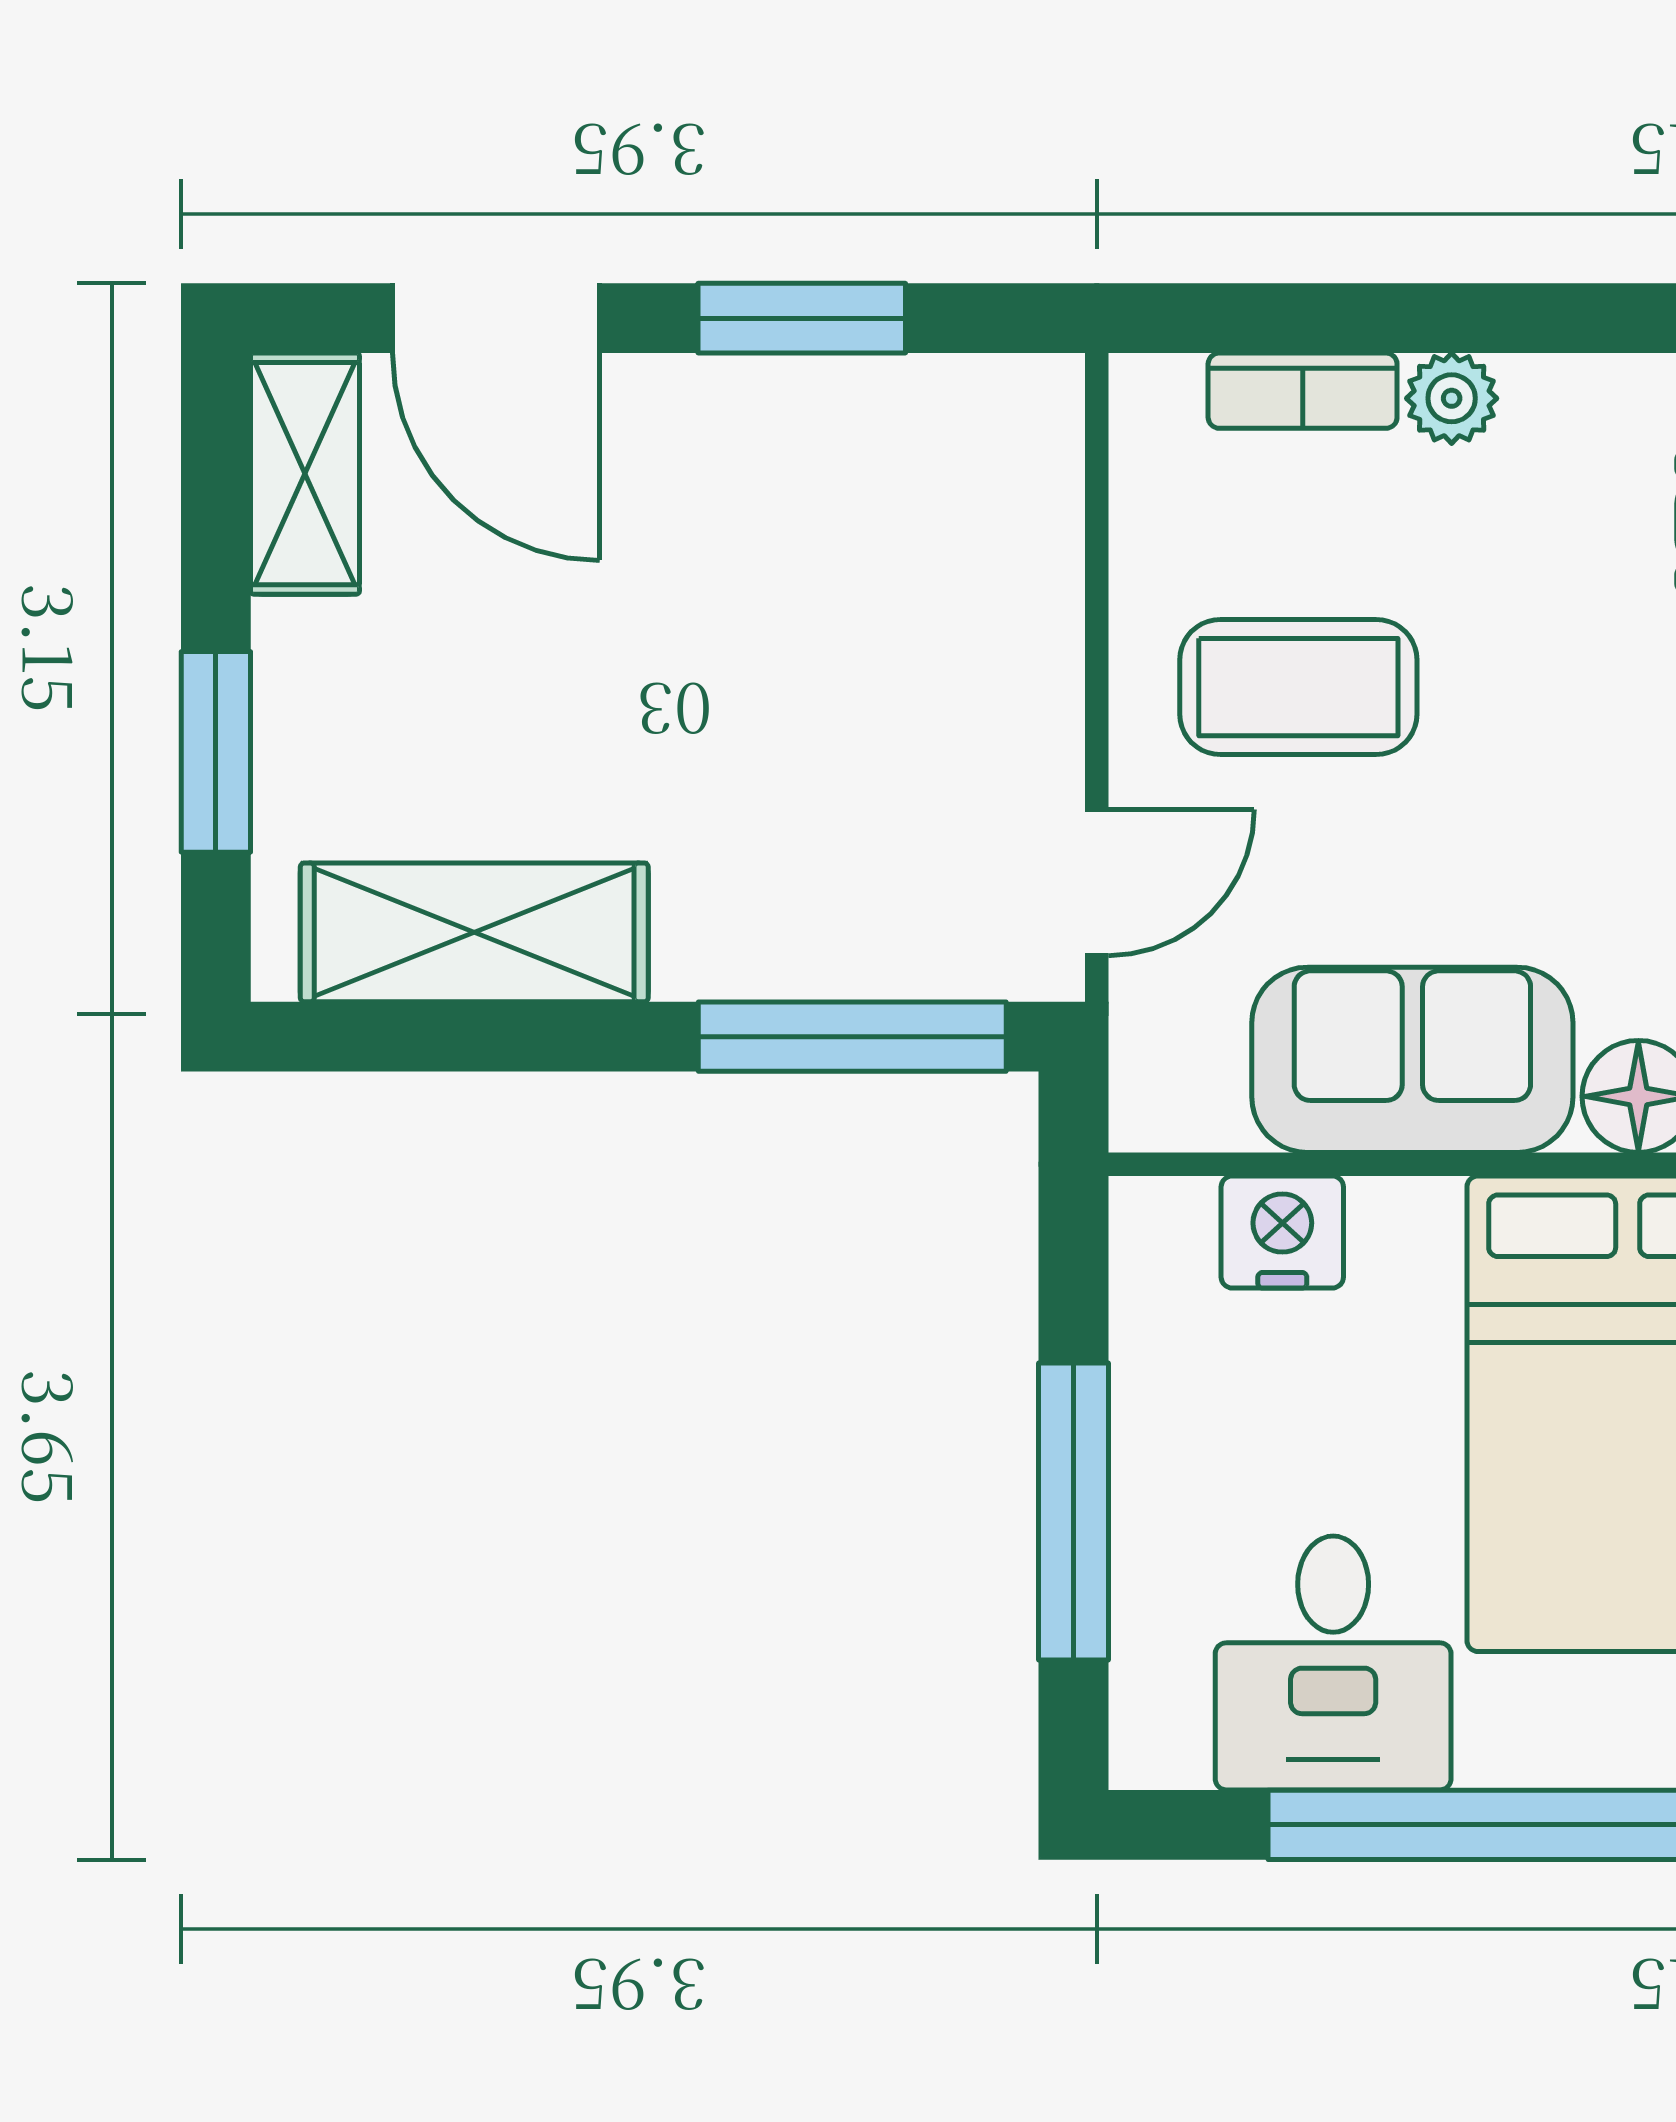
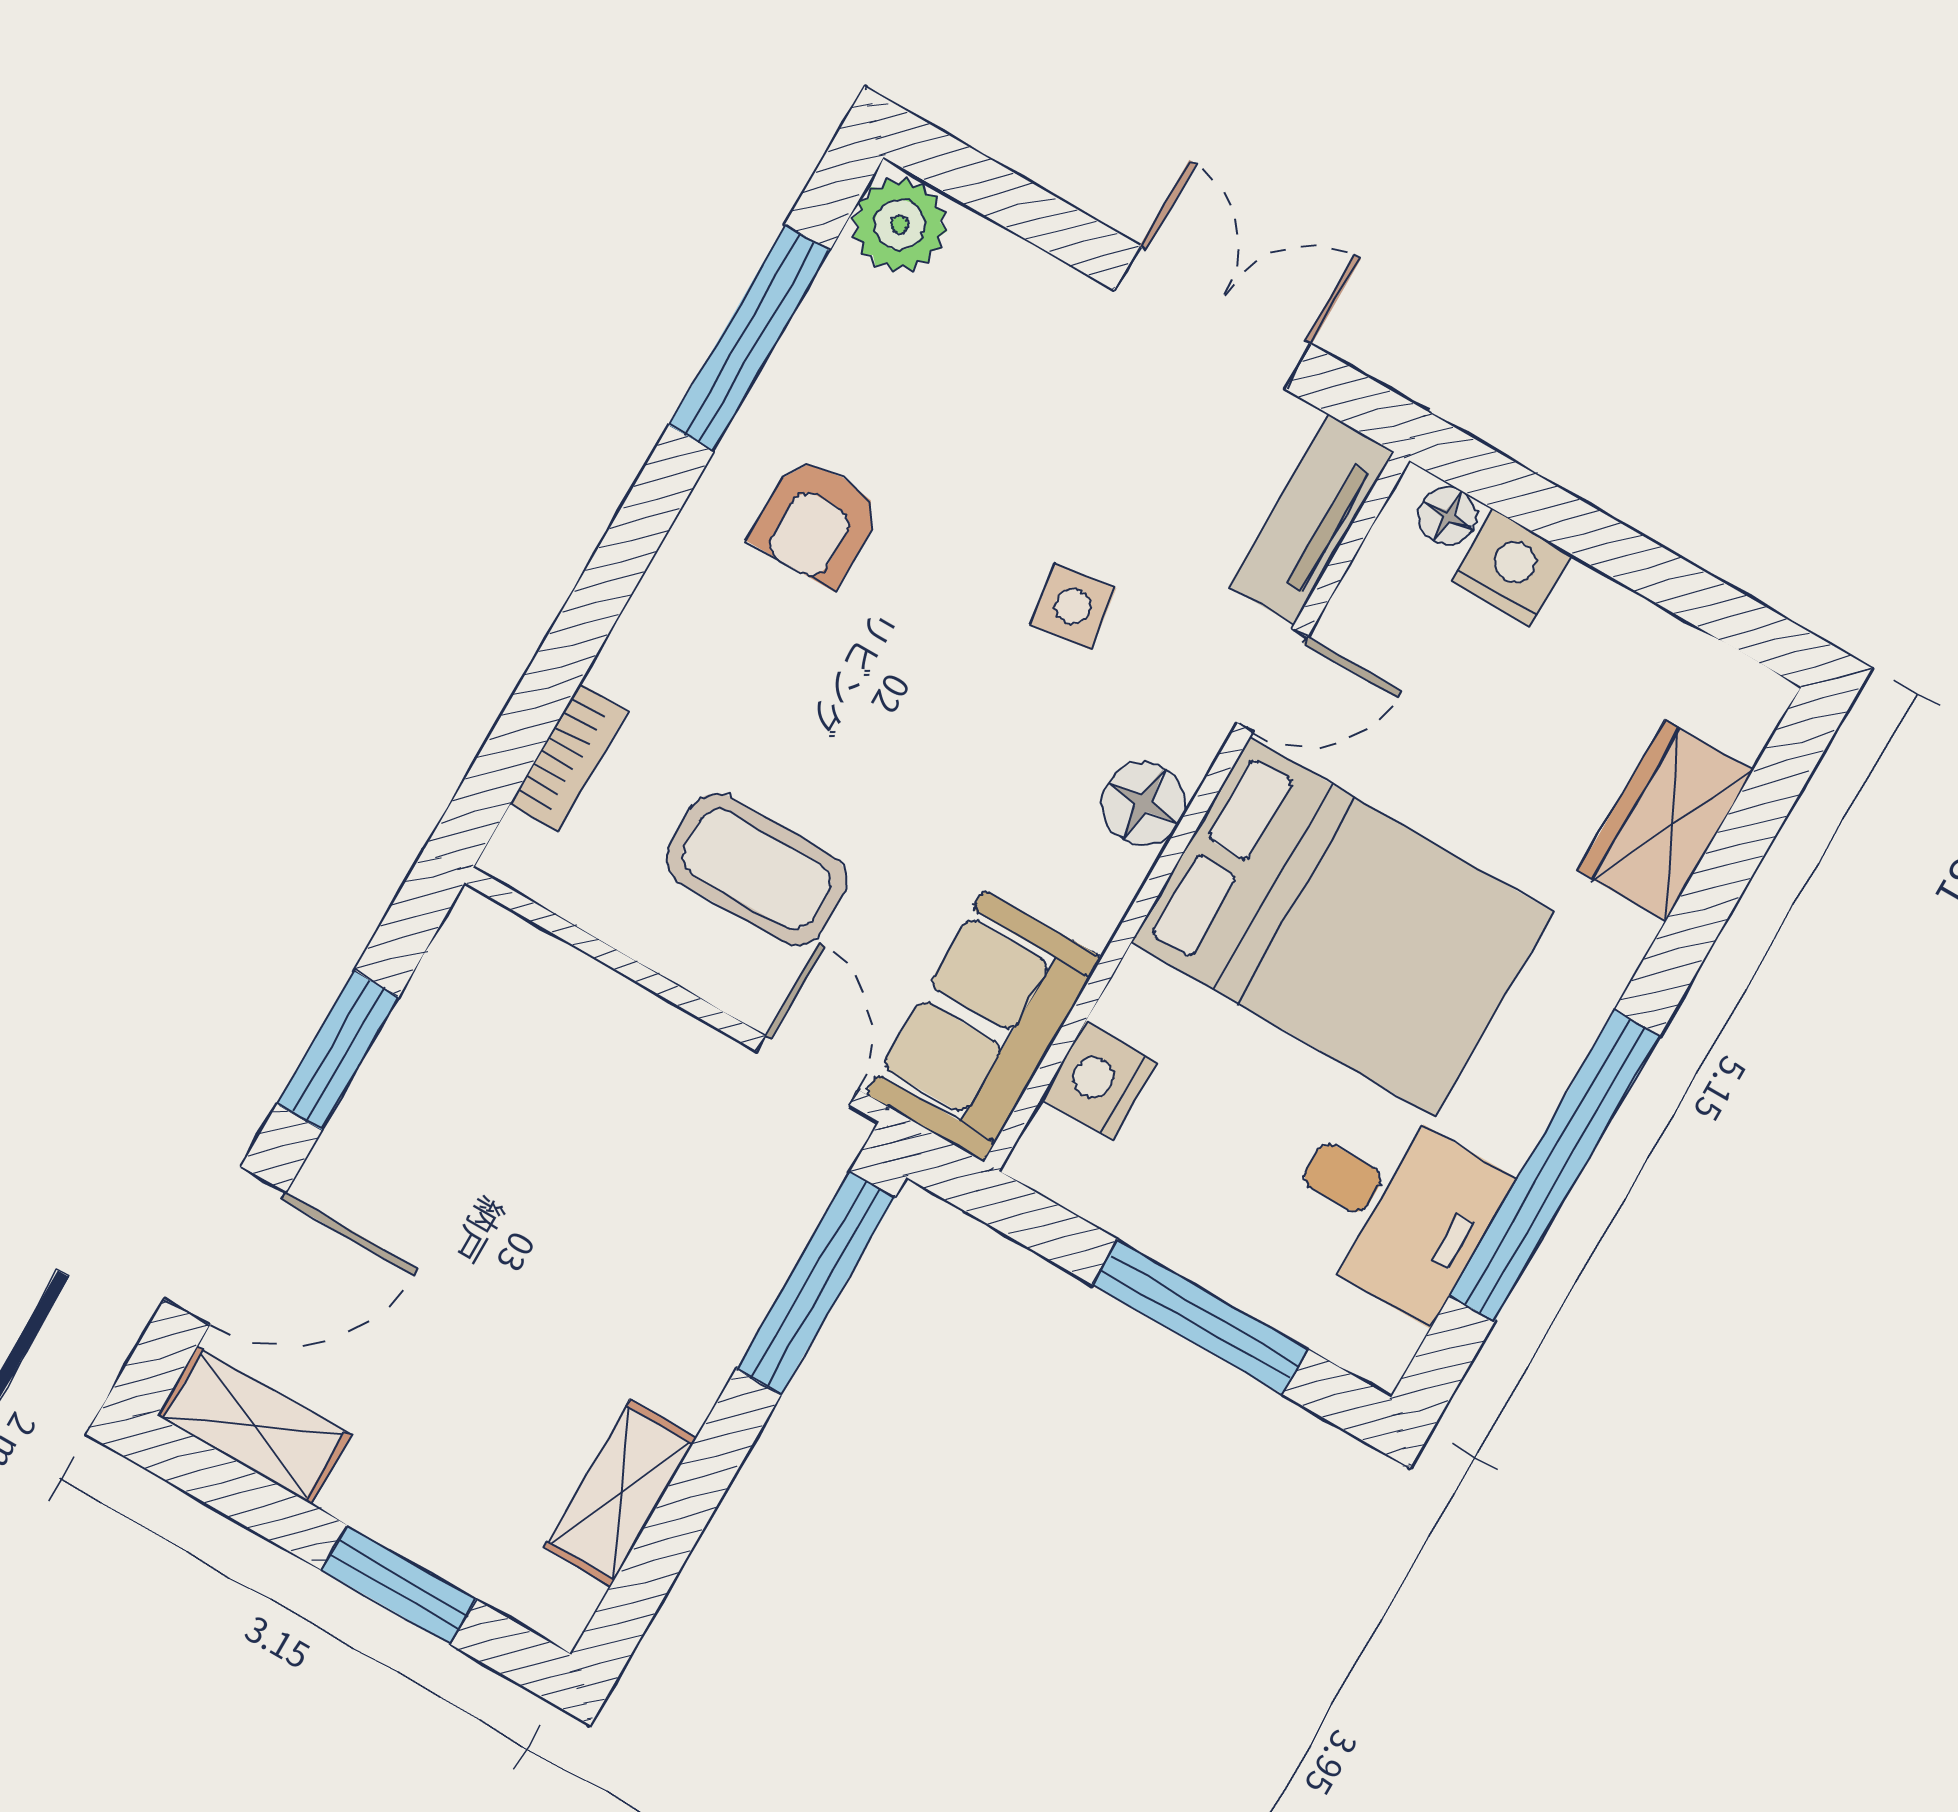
plant: (1452, 398) -> (629, 665), removed
coffee table: (1298, 687) -> (757, 869), turned 90
shelving: (474, 932) -> (621, 1493), width x0.67, depth x0.75
sofa: (1412, 1060) -> (984, 1026), moved

